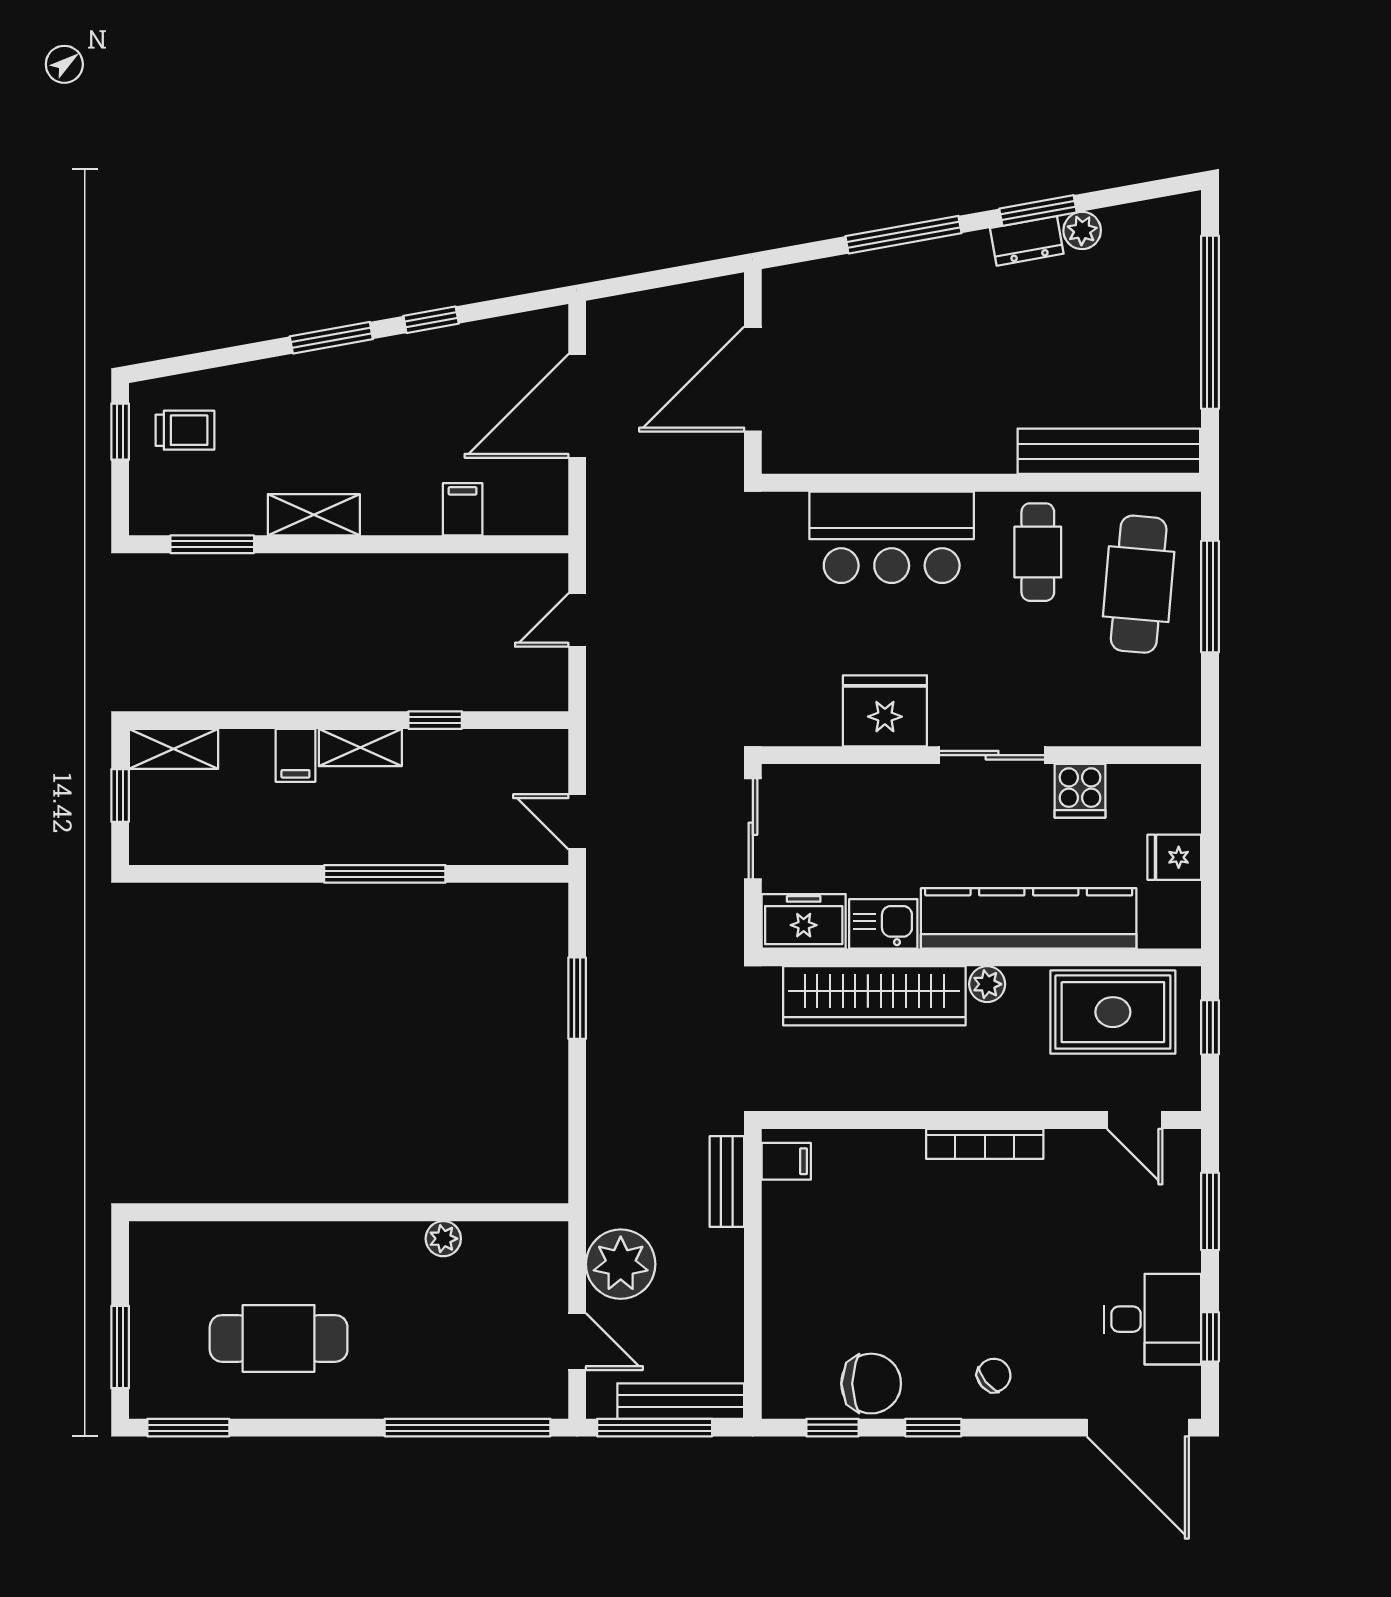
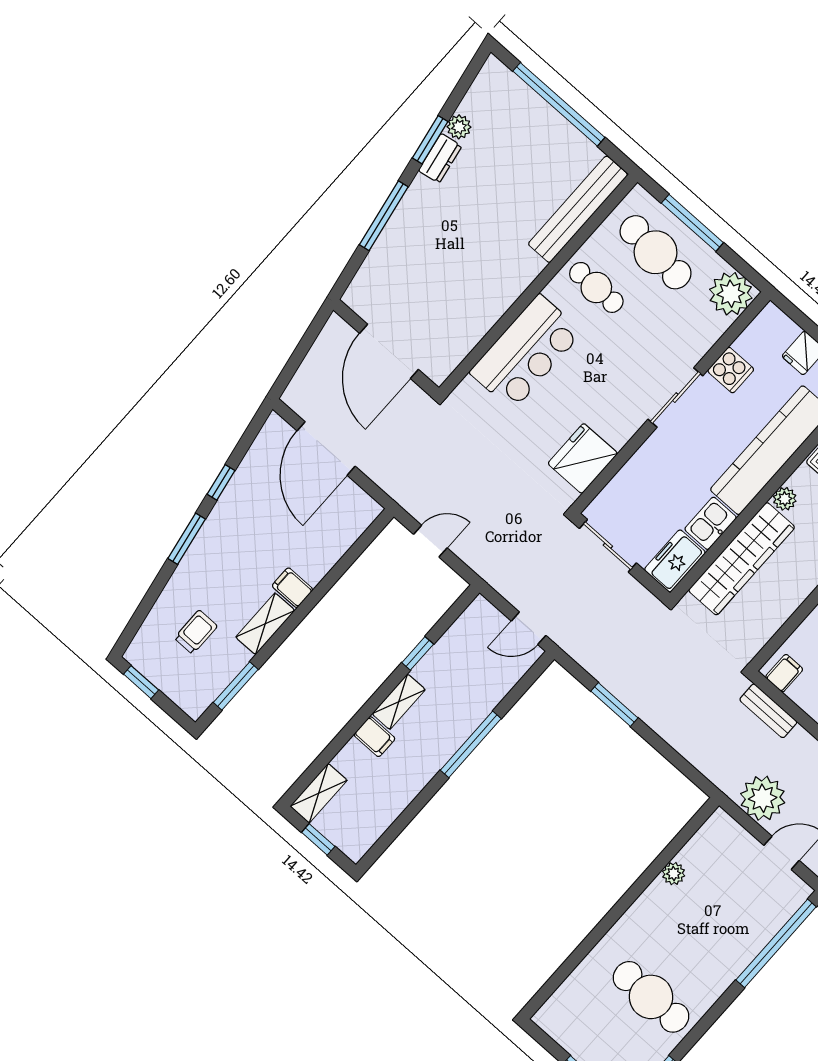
trolley: (185, 430) -> (196, 632), moved
filing cabinet: (463, 509) -> (292, 588), moved
door: (577, 620) -> (430, 541), swing flipped
fridge: (885, 711) -> (583, 458), moved
plant: (1168, 713) -> (731, 294), added
cafe table: (279, 1338) -> (651, 997), turned 90

